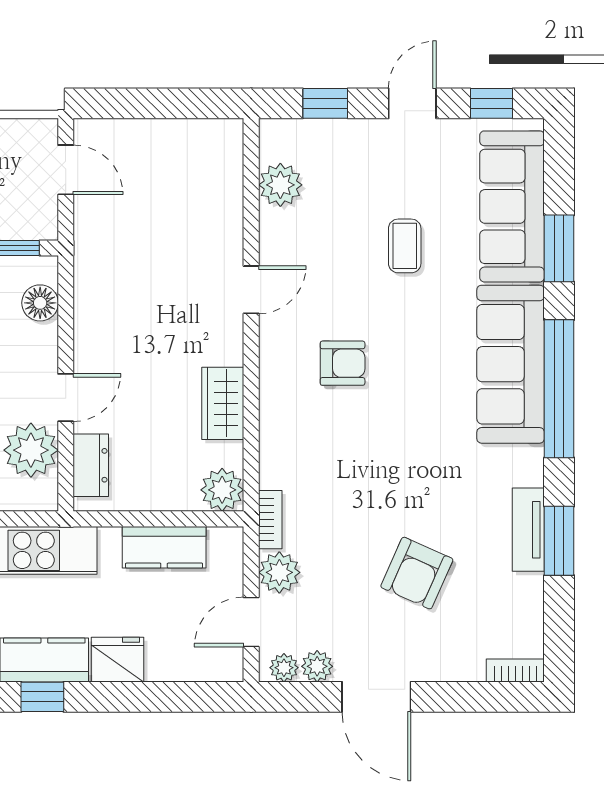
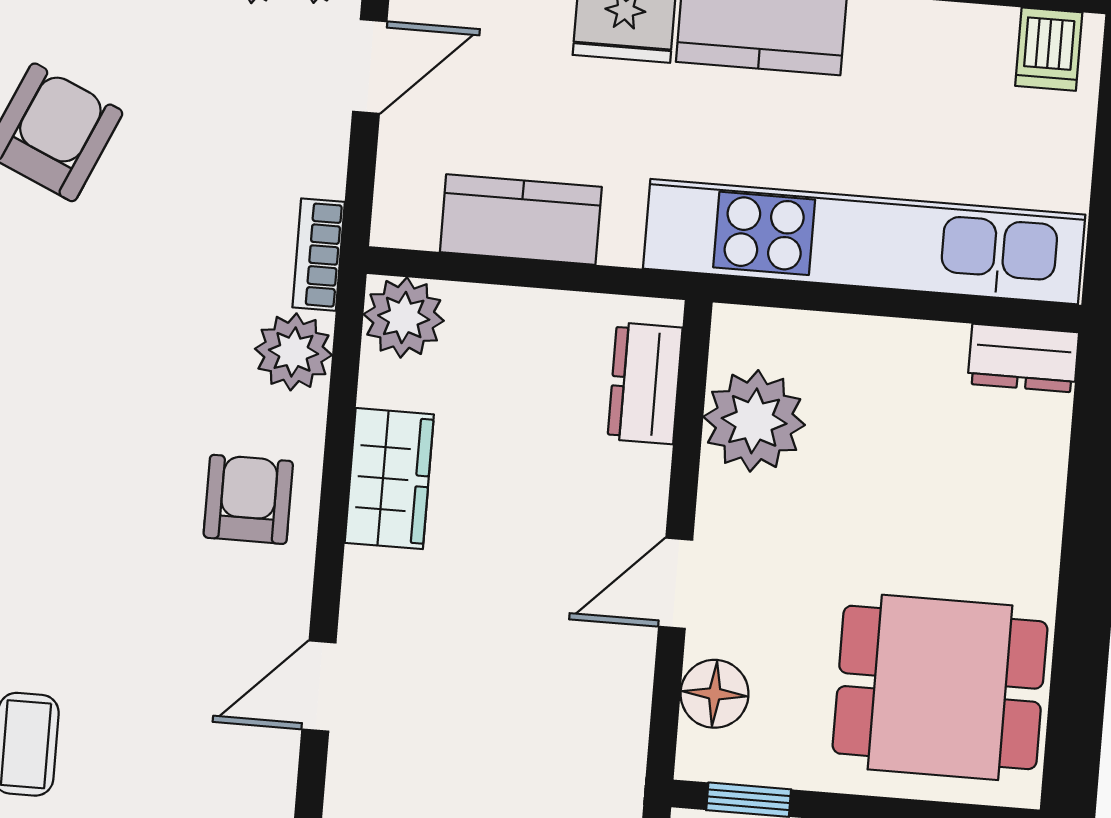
armchair: (343, 363) -> (248, 499), moved, turned 90
door: (66, 398) -> (676, 583), moved
plant: (279, 572) -> (293, 352), moved

